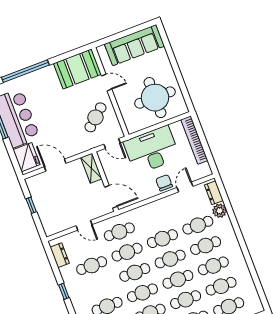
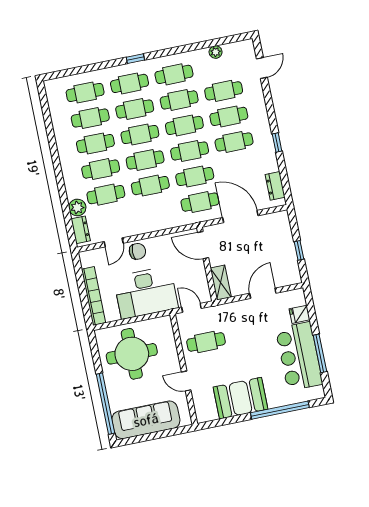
window: (170, 53) -> (105, 404), added
booth: (77, 69) -> (241, 398), moved
cafe table: (95, 117) -> (206, 342), turned 41
fridge: (26, 157) -> (300, 314), width x0.53, depth x0.75
door: (55, 165) -> (263, 293), swing flipped
chair: (164, 183) -> (137, 251), turned -90
door: (84, 225) -> (240, 217), width x1.87
cafe table: (92, 266) -> (234, 142), moved

